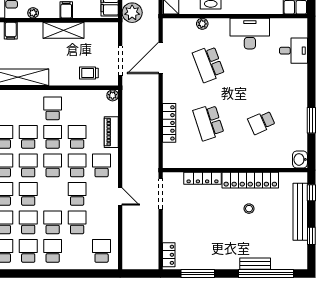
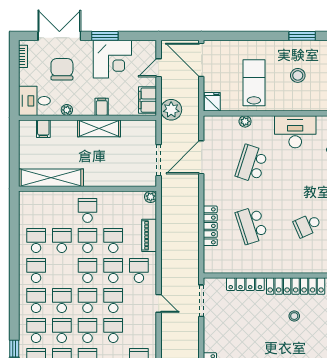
school desk: (209, 64) -> (252, 164), turned 39
trolley: (89, 73) -> (126, 173), removed
school desk: (28, 165) -> (87, 301), moved

